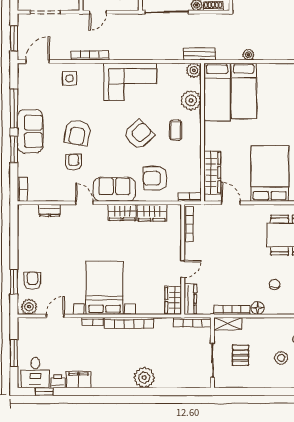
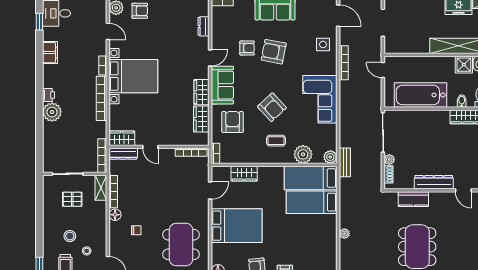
plant: (248, 55) -> (344, 234), moved
wardrobe: (212, 172) -> (244, 174), width x0.67
printer: (58, 381) -> (49, 95), moved

